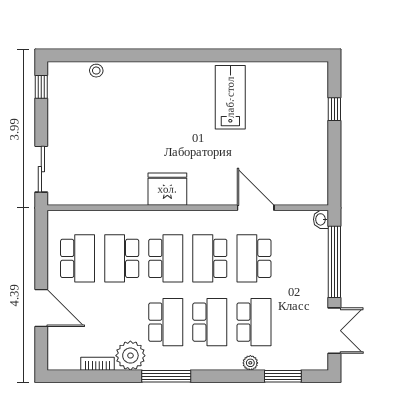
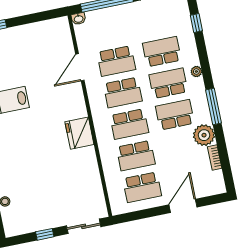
window: (41, 87) -> (45, 234), moved
school desk: (78, 258) -> (142, 187), turned 180
school desk: (166, 258) -> (129, 124), turned 180
plant: (250, 363) -> (196, 72), moved
window: (283, 376) -> (196, 23), width x0.67

